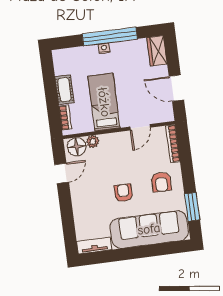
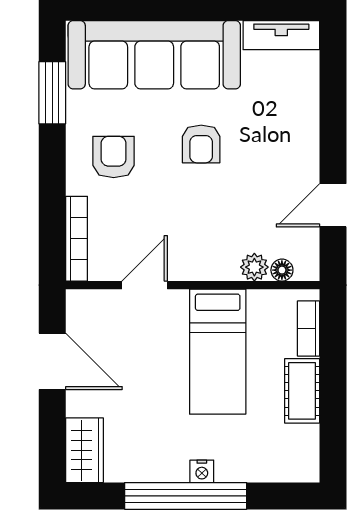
floor lamp: (77, 147) -> (282, 270), width x0.53, depth x0.53

